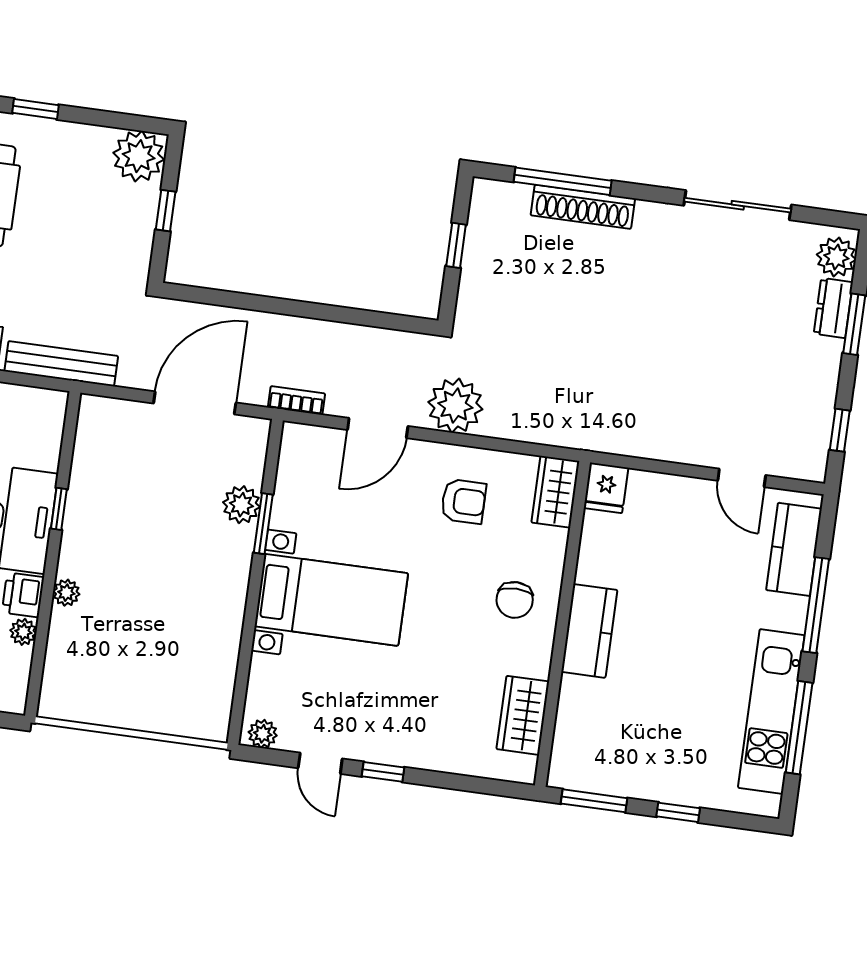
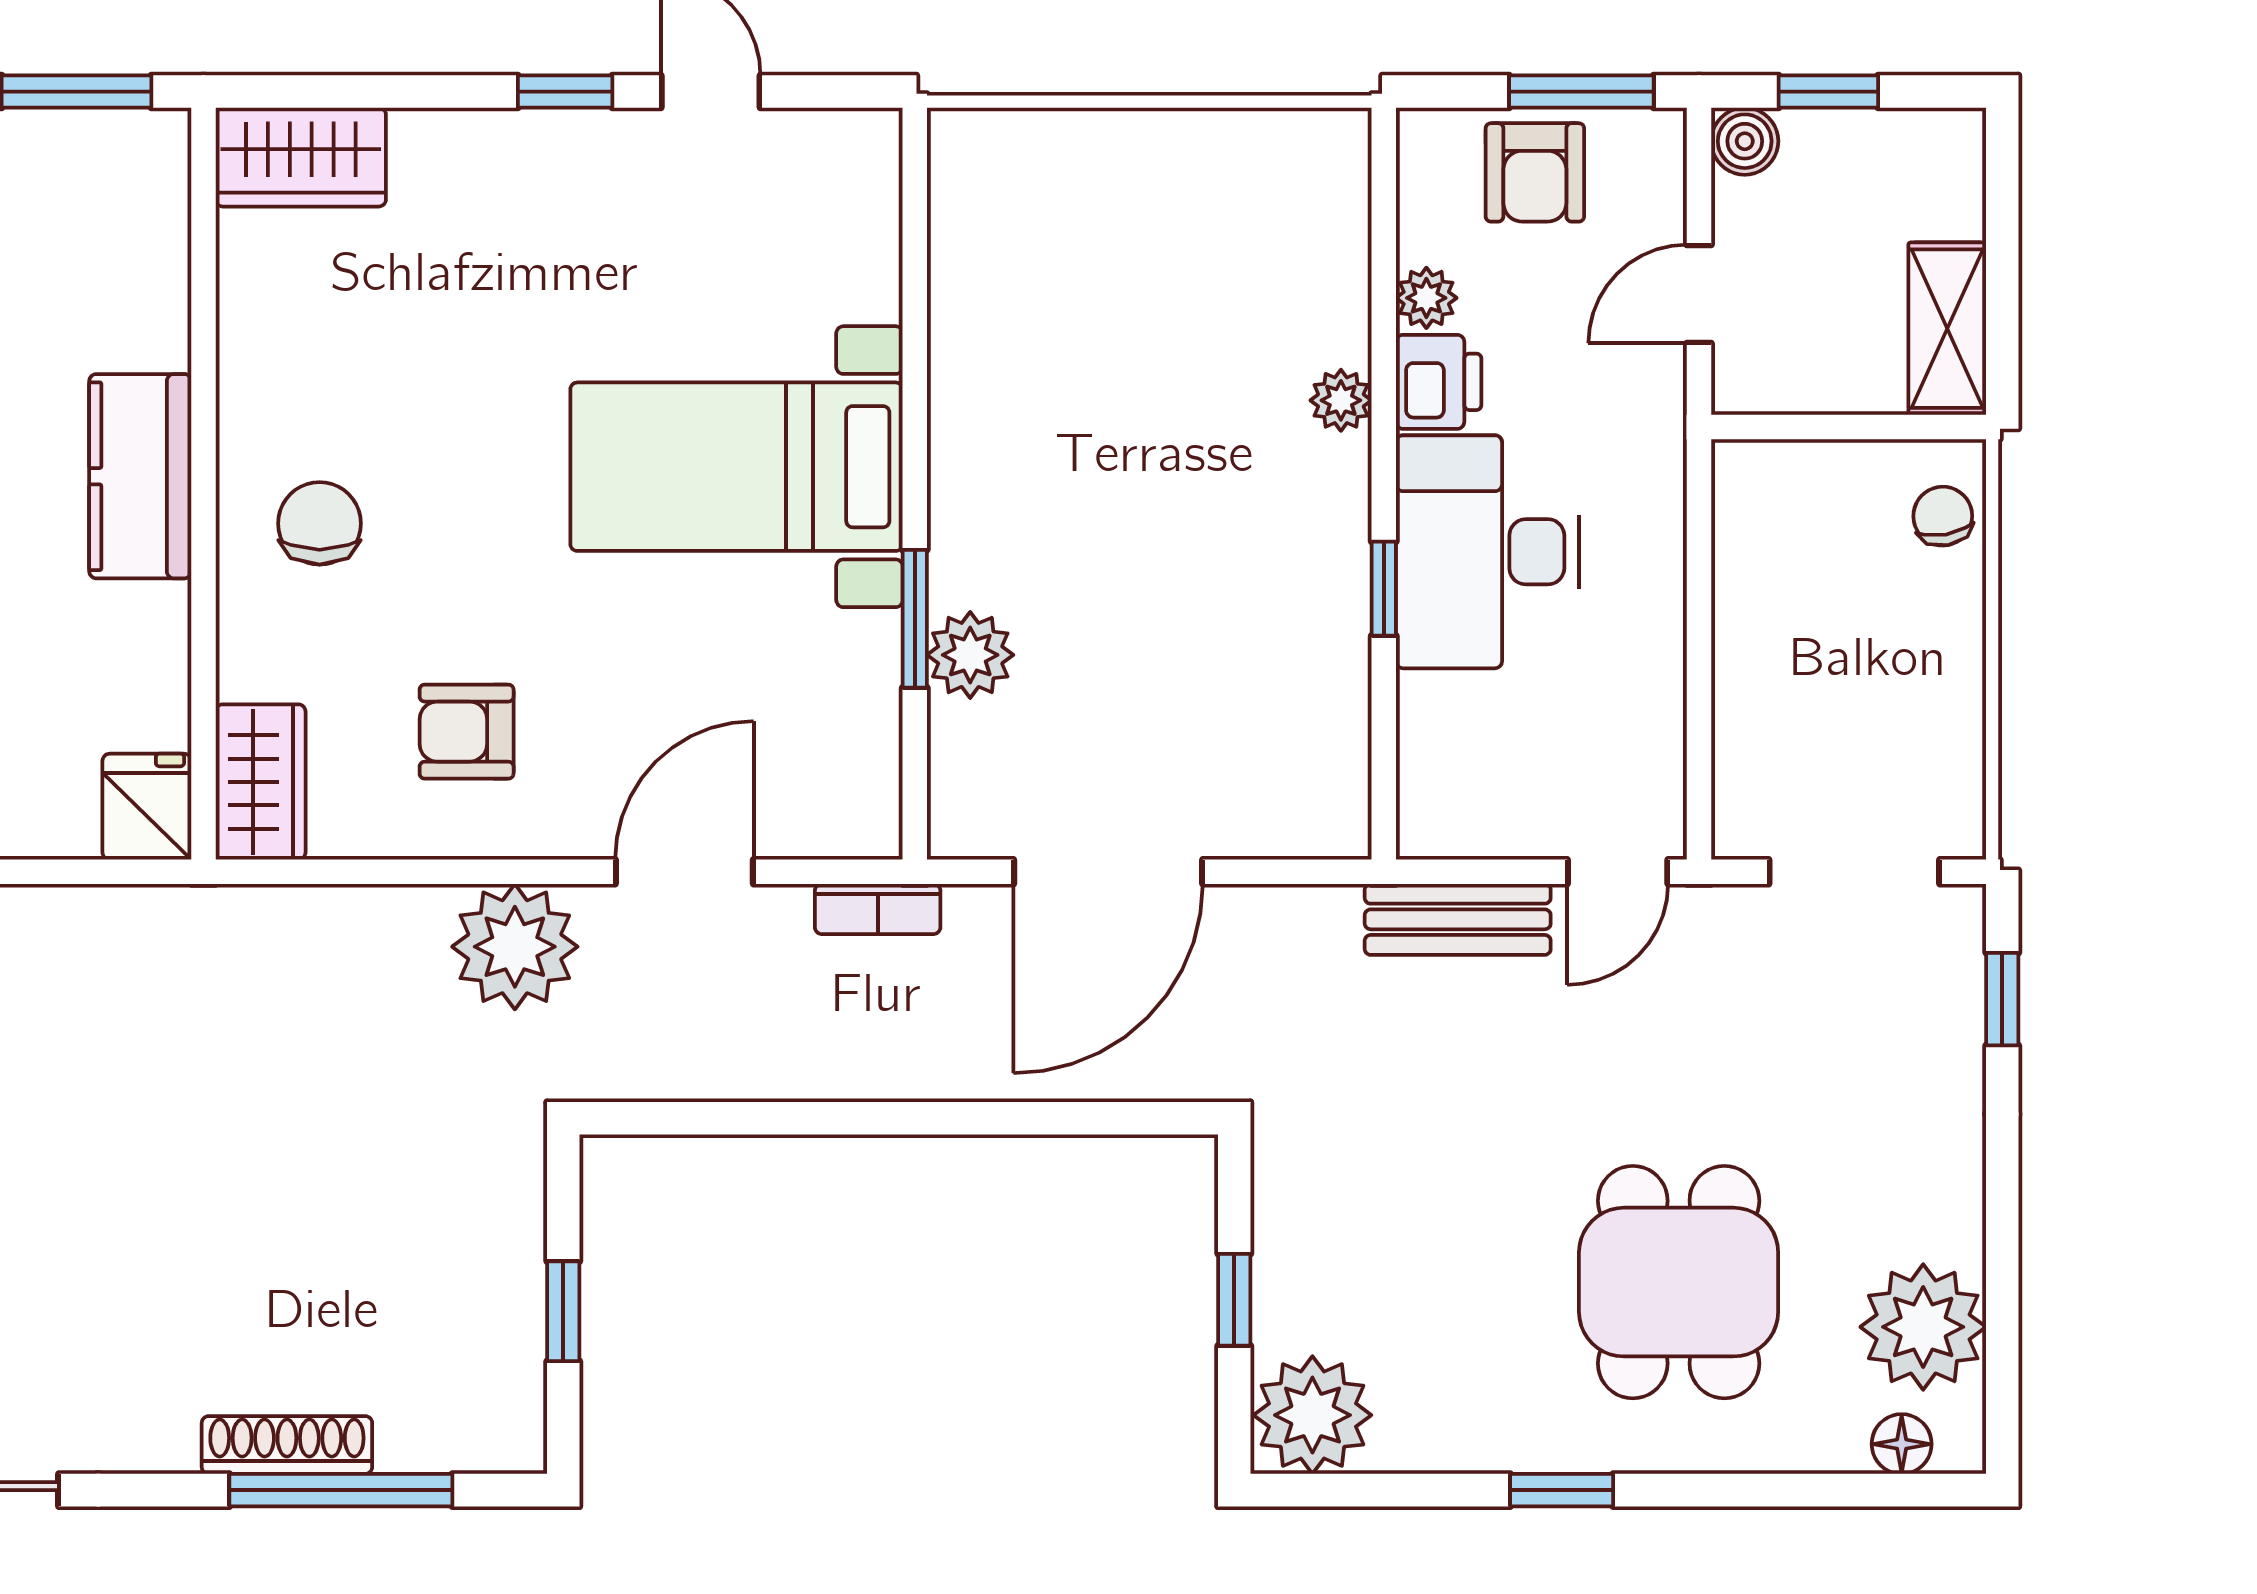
shoe rack: (583, 207) -> (287, 1445), width x0.74, depth x0.81
bench: (61, 364) -> (1458, 919), width x0.73
wardrobe: (523, 715) -> (301, 157), moved, turned 90
plant: (263, 734) -> (851, 141), removed

